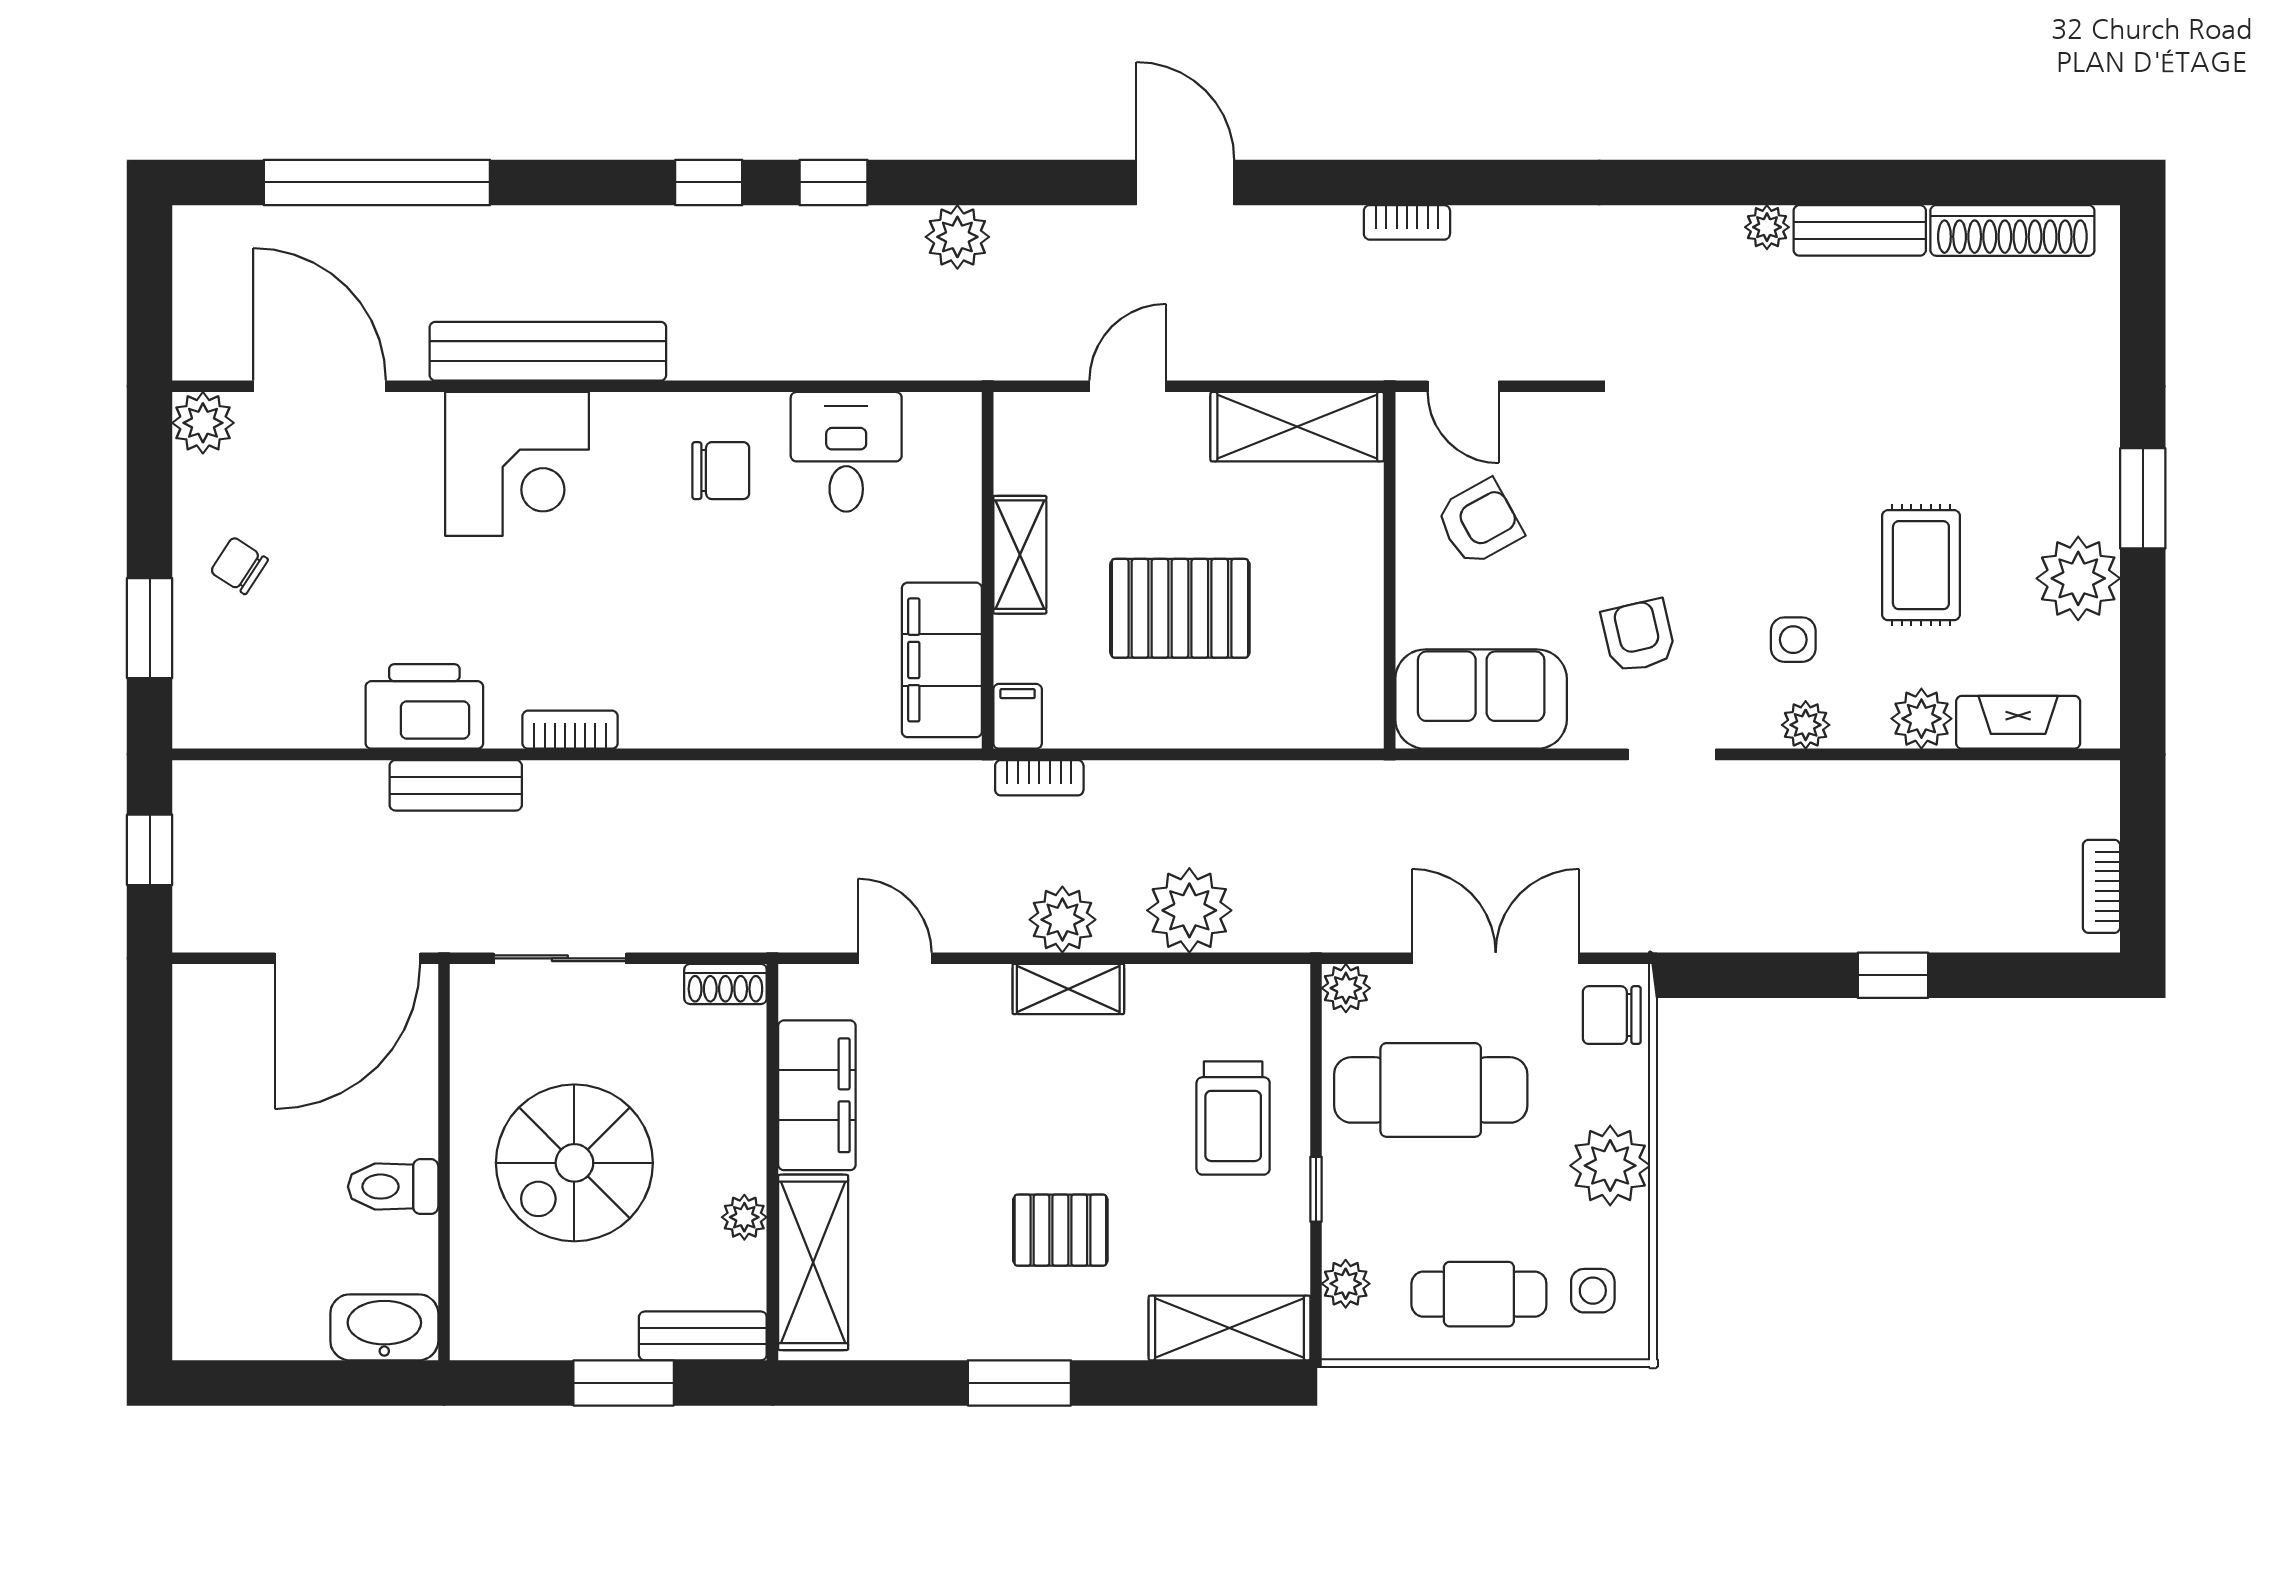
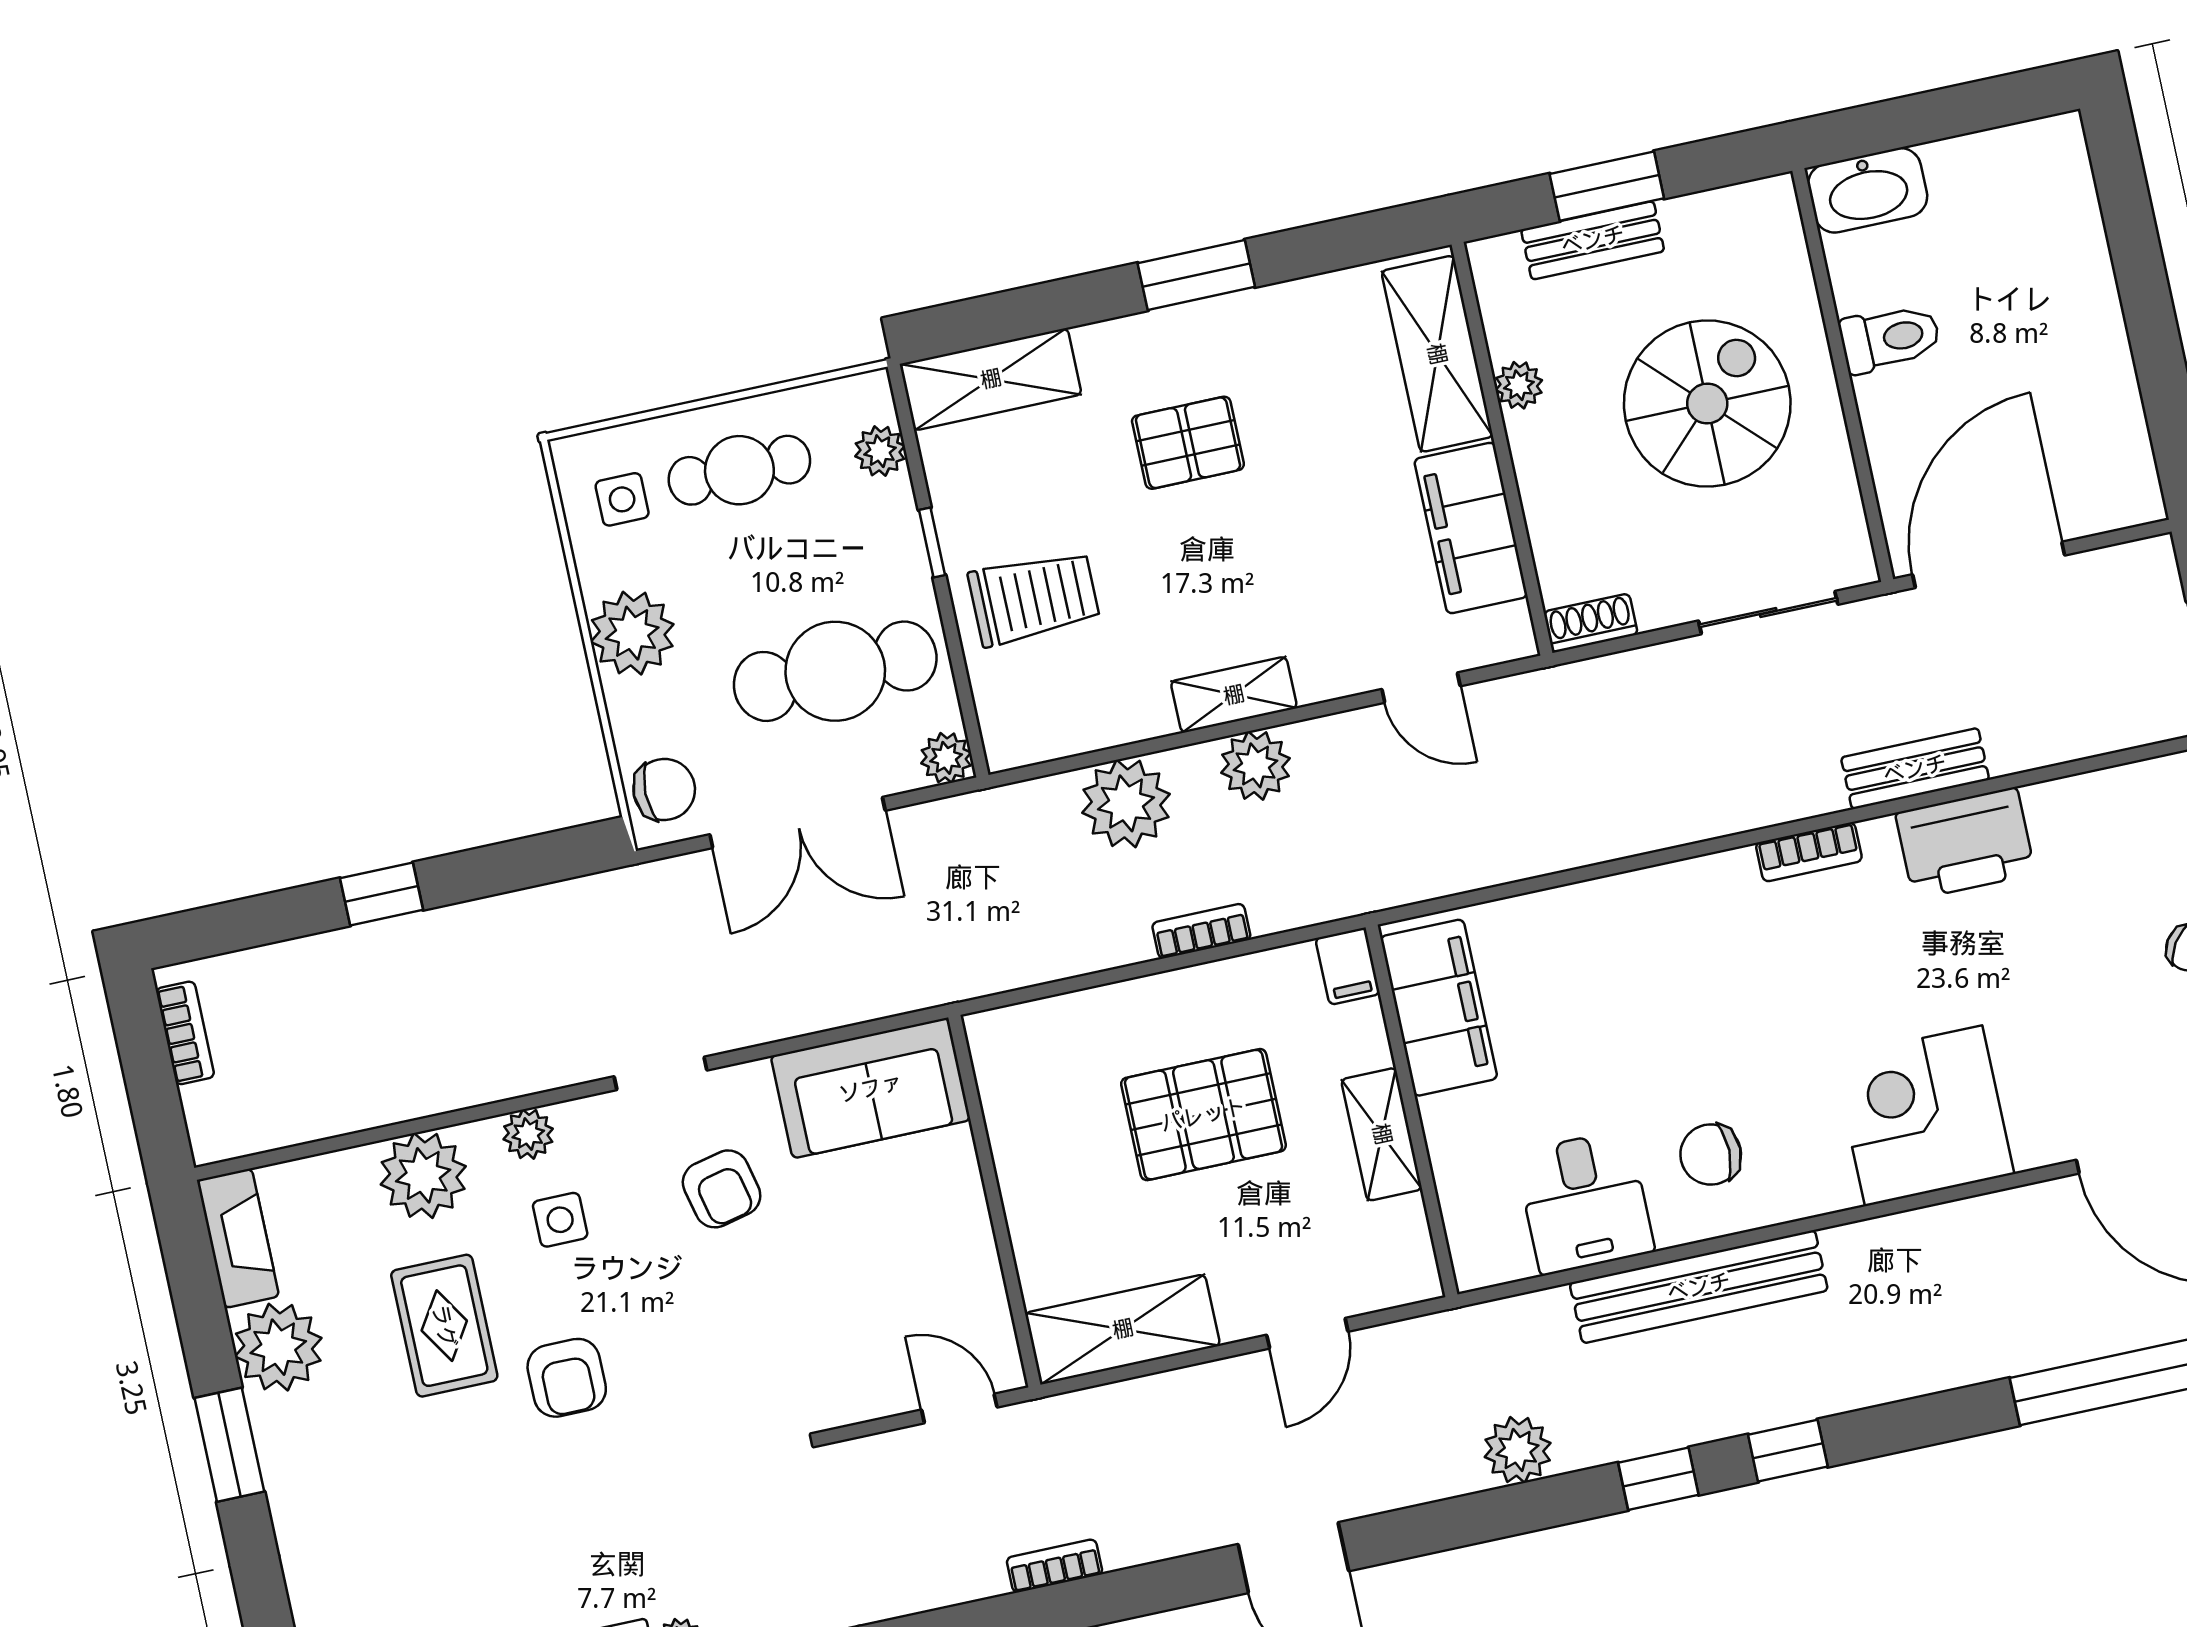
bench: (548, 351) -> (1699, 1287), moved
armchair: (1479, 522) -> (567, 1378), moved, turned -61
plant: (1921, 719) -> (423, 1175), width x1.36, depth x1.36
fireplace: (2018, 722) -> (238, 1238), moved, turned -90
bookcase: (1039, 778) -> (1201, 931), moved
trolley: (1233, 1118) -> (1034, 598), turned 90
bench: (703, 1336) -> (1593, 240), moved

